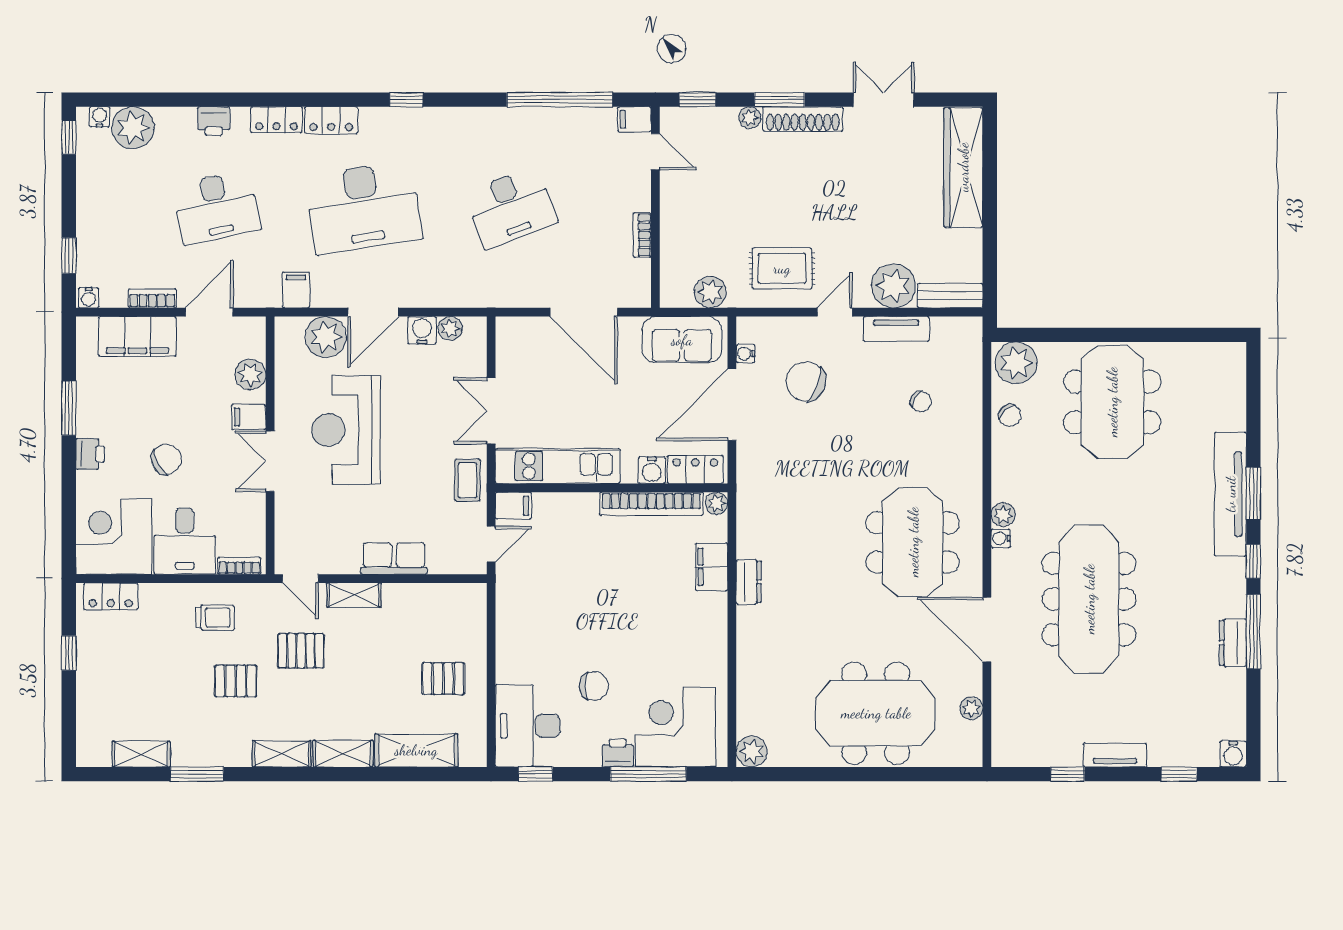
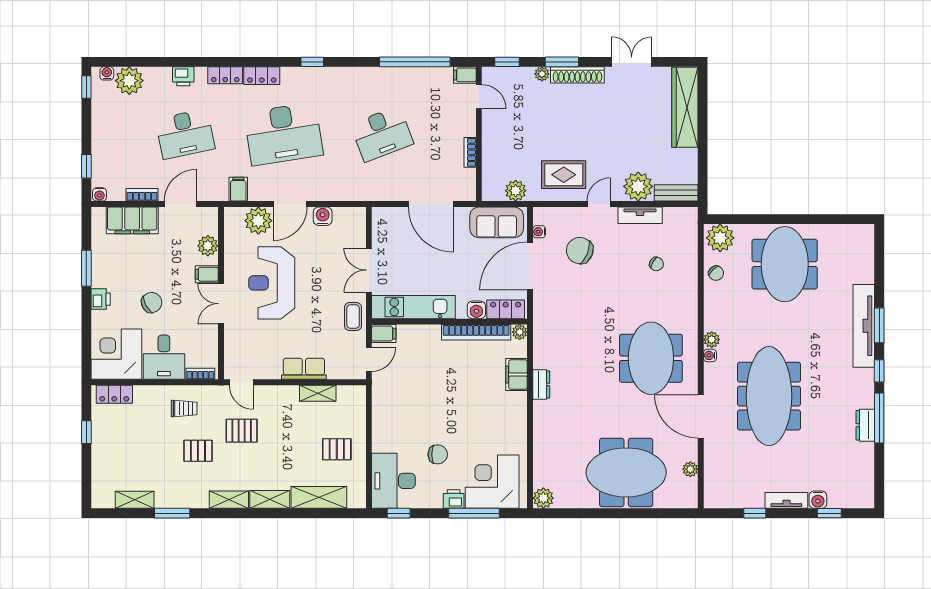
plant: (450, 328) -> (342, 215), removed
shelving: (354, 595) -> (318, 393), moved
water cooler: (1233, 754) -> (818, 500), moved

